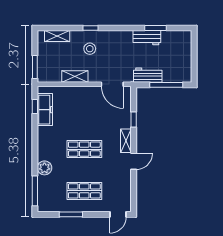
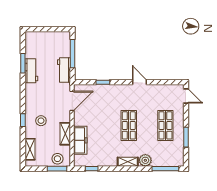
stool: (46, 67) -> (57, 159), added
freezer: (45, 110) -> (80, 140), moved, turned 90
shelving: (126, 141) -> (128, 162), moved

